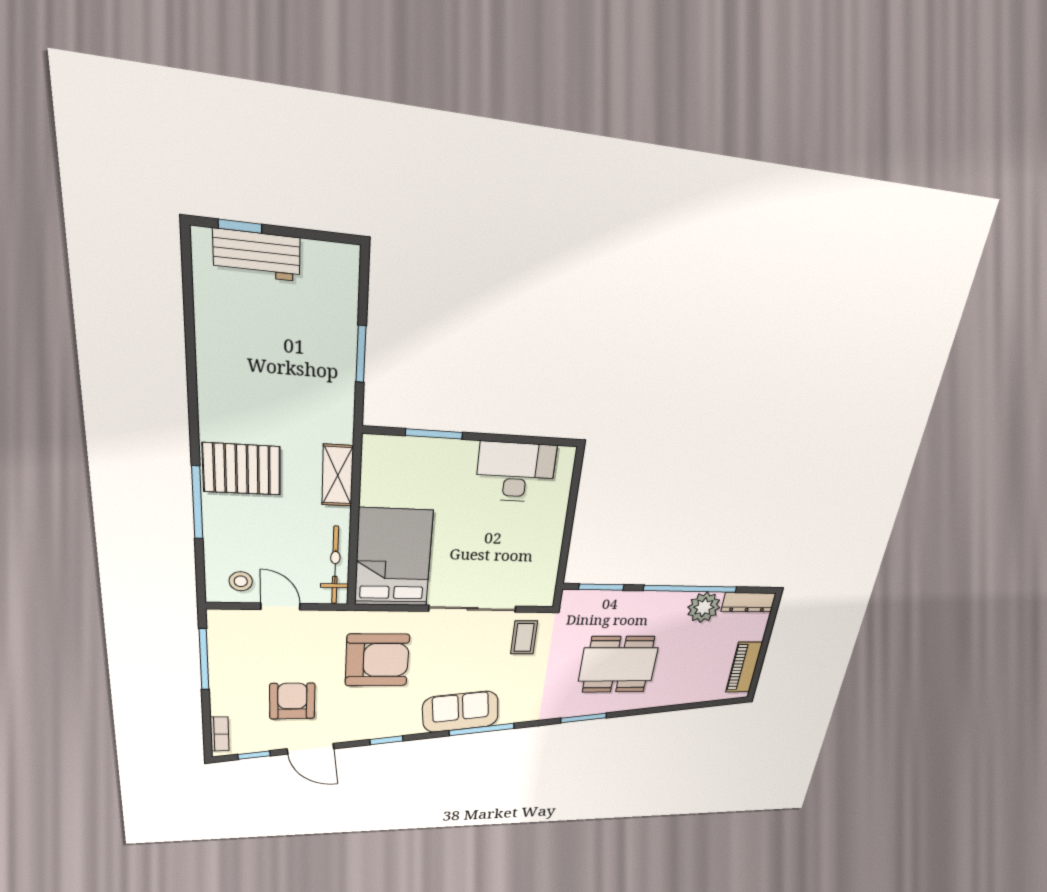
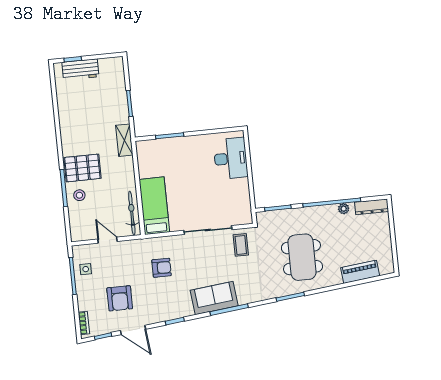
desk: (516, 472) -> (231, 158), moved, turned 90
shelving: (338, 475) -> (124, 140), moved
bed: (393, 558) -> (154, 206), width x0.67
stool: (241, 581) -> (79, 195), moved
plant: (704, 607) -> (344, 209), width x0.53, depth x0.53
side table: (231, 650) -> (86, 269), added
armchair: (377, 660) -> (162, 268), width x0.53, depth x0.53
dining table: (618, 664) -> (302, 257), turned 90
piano: (744, 667) -> (360, 272), moved, turned 84
armchair: (292, 701) -> (120, 298), turned 180

